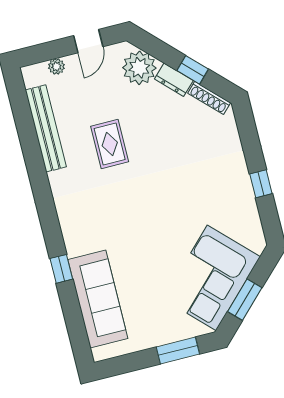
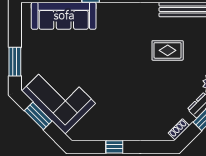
shoe rack: (209, 98) -> (179, 129), width x0.70

